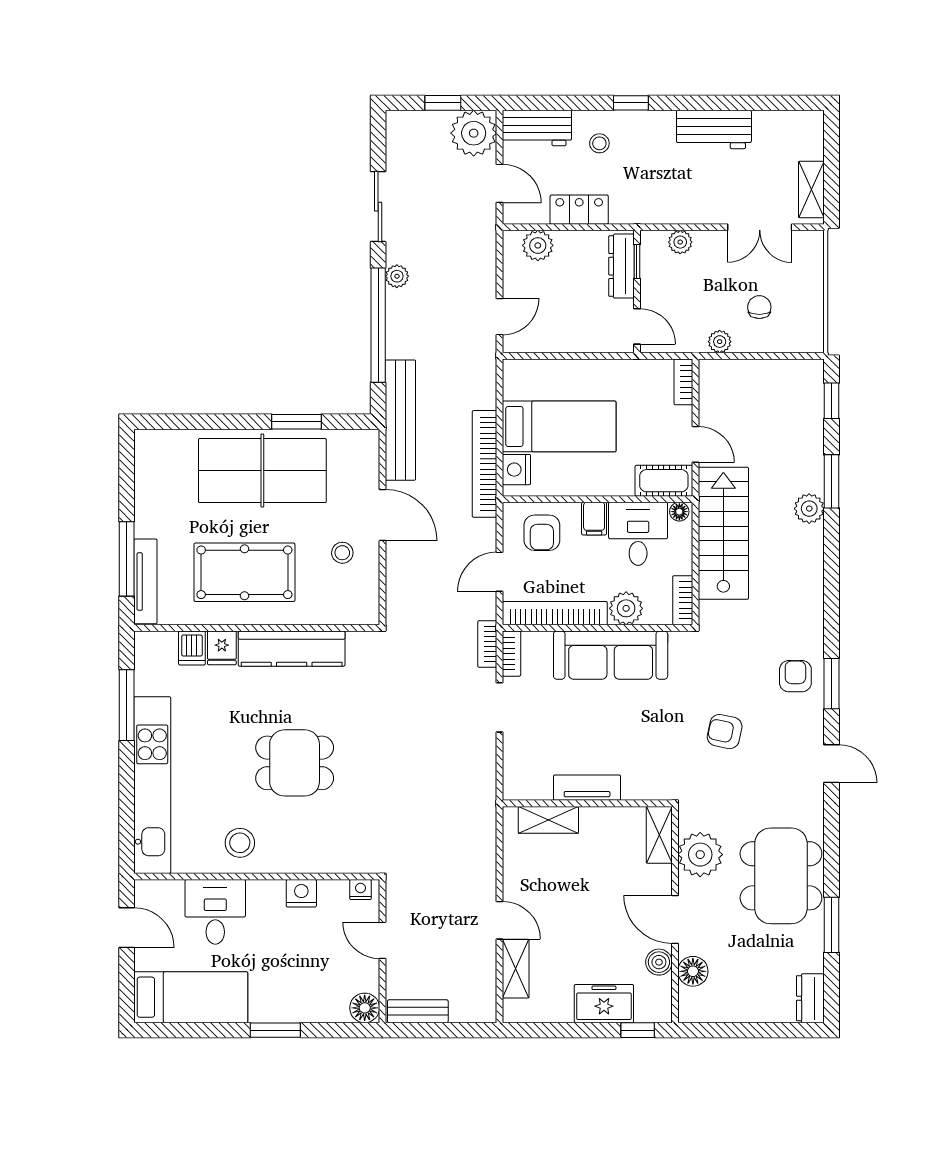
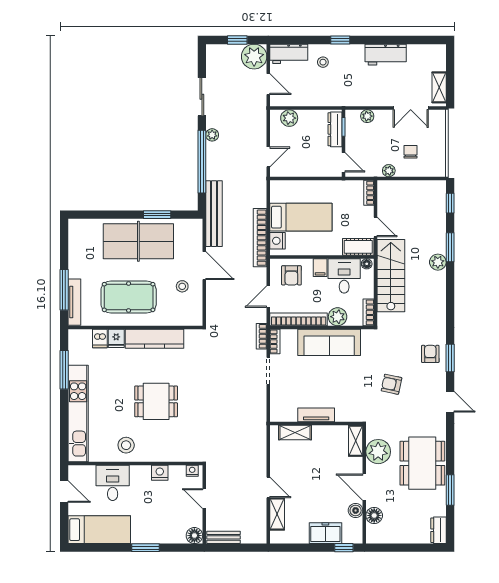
locker: (579, 210) -> (312, 98), removed

